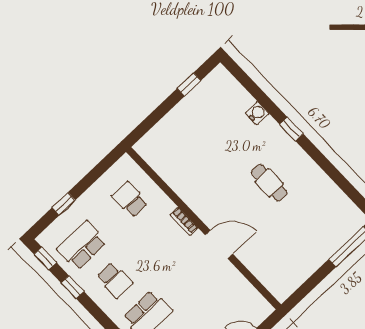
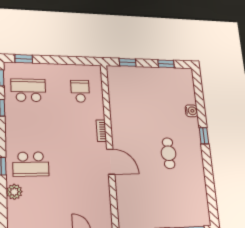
window: (149, 122) -> (128, 62), added
window: (64, 204) -> (24, 59), moved
school desk: (115, 280) -> (30, 126), removed

